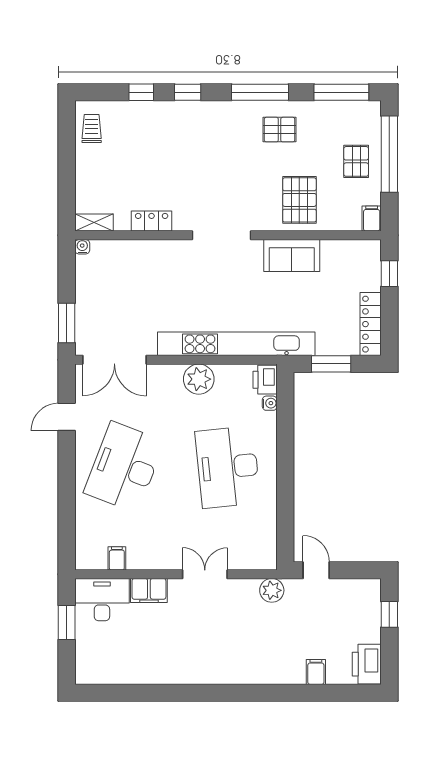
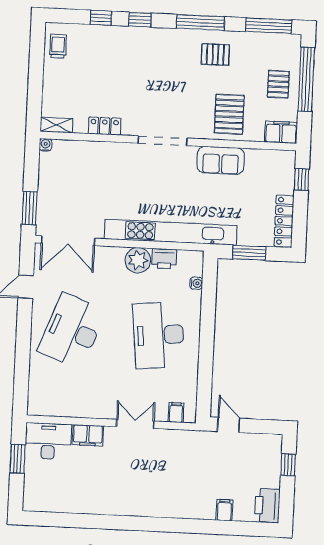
filing cabinet: (372, 218) -> (281, 132), width x2.00
printer: (265, 380) -> (164, 259), moved, turned -90
filing cabinet: (117, 558) -> (176, 413), moved
plant: (272, 590) -> (191, 440), removed

